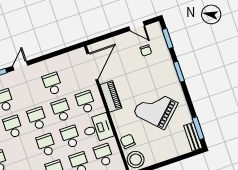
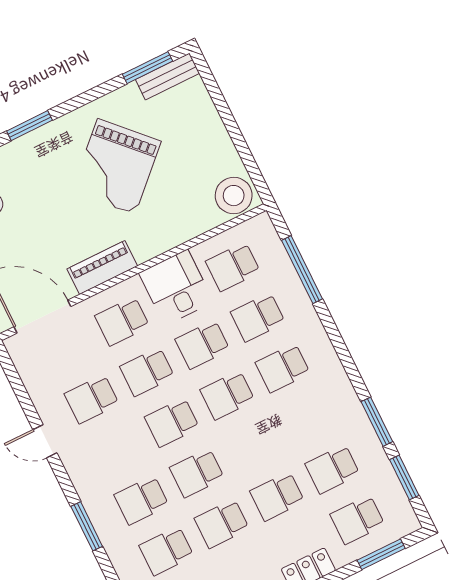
door: (20, 66) -> (45, 441), moved
chair: (128, 141) -> (196, 218), removed

